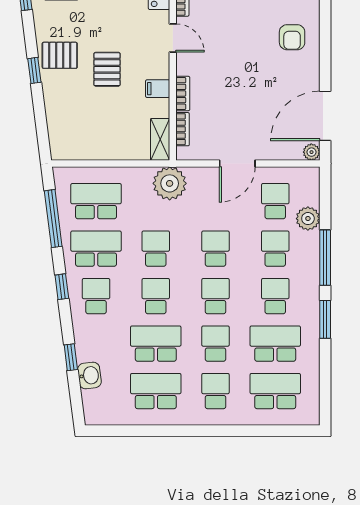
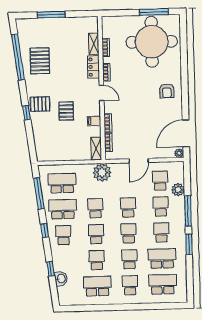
school desk: (156, 344) -> (97, 260), width x0.54

